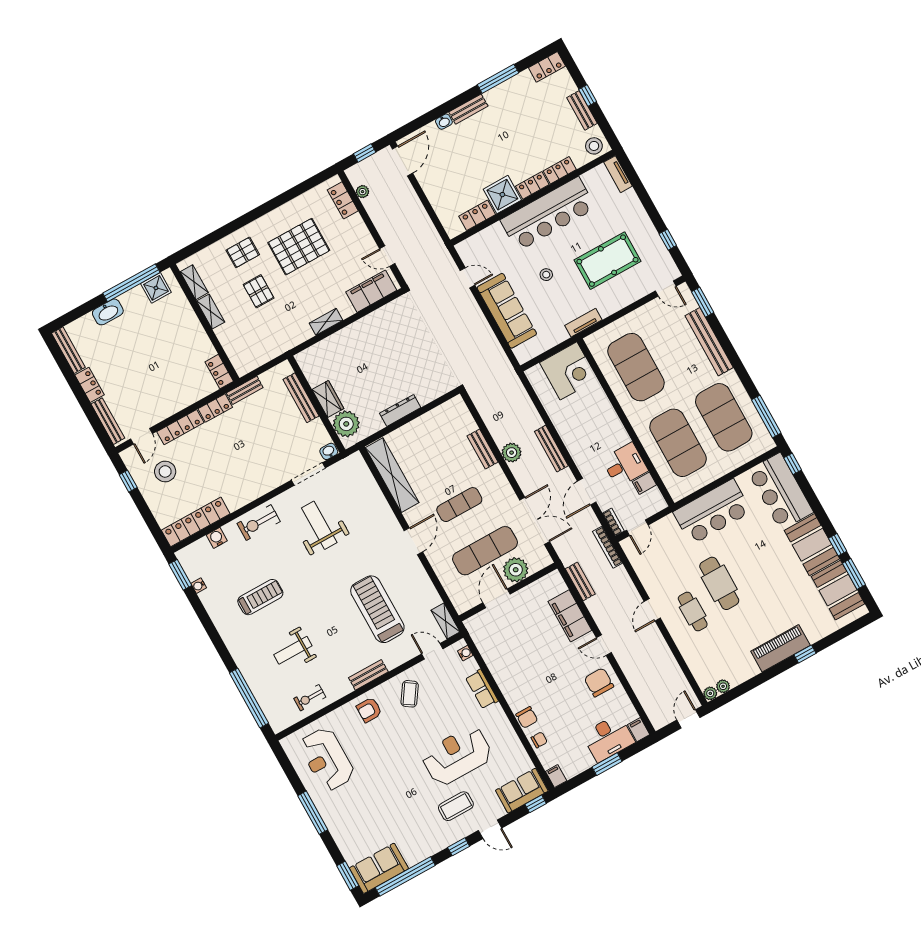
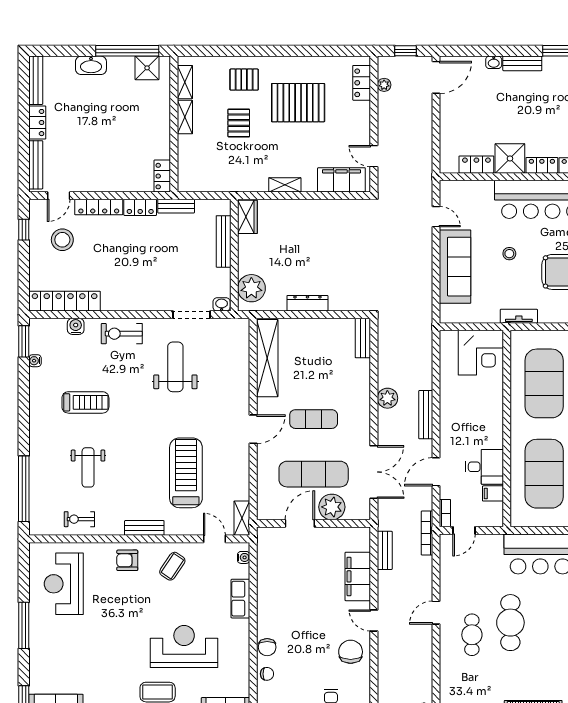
wardrobe: (328, 399) -> (247, 217), moved
bench: (483, 449) -> (363, 338), moved
weight bench: (293, 650) -> (88, 467), turned -90

